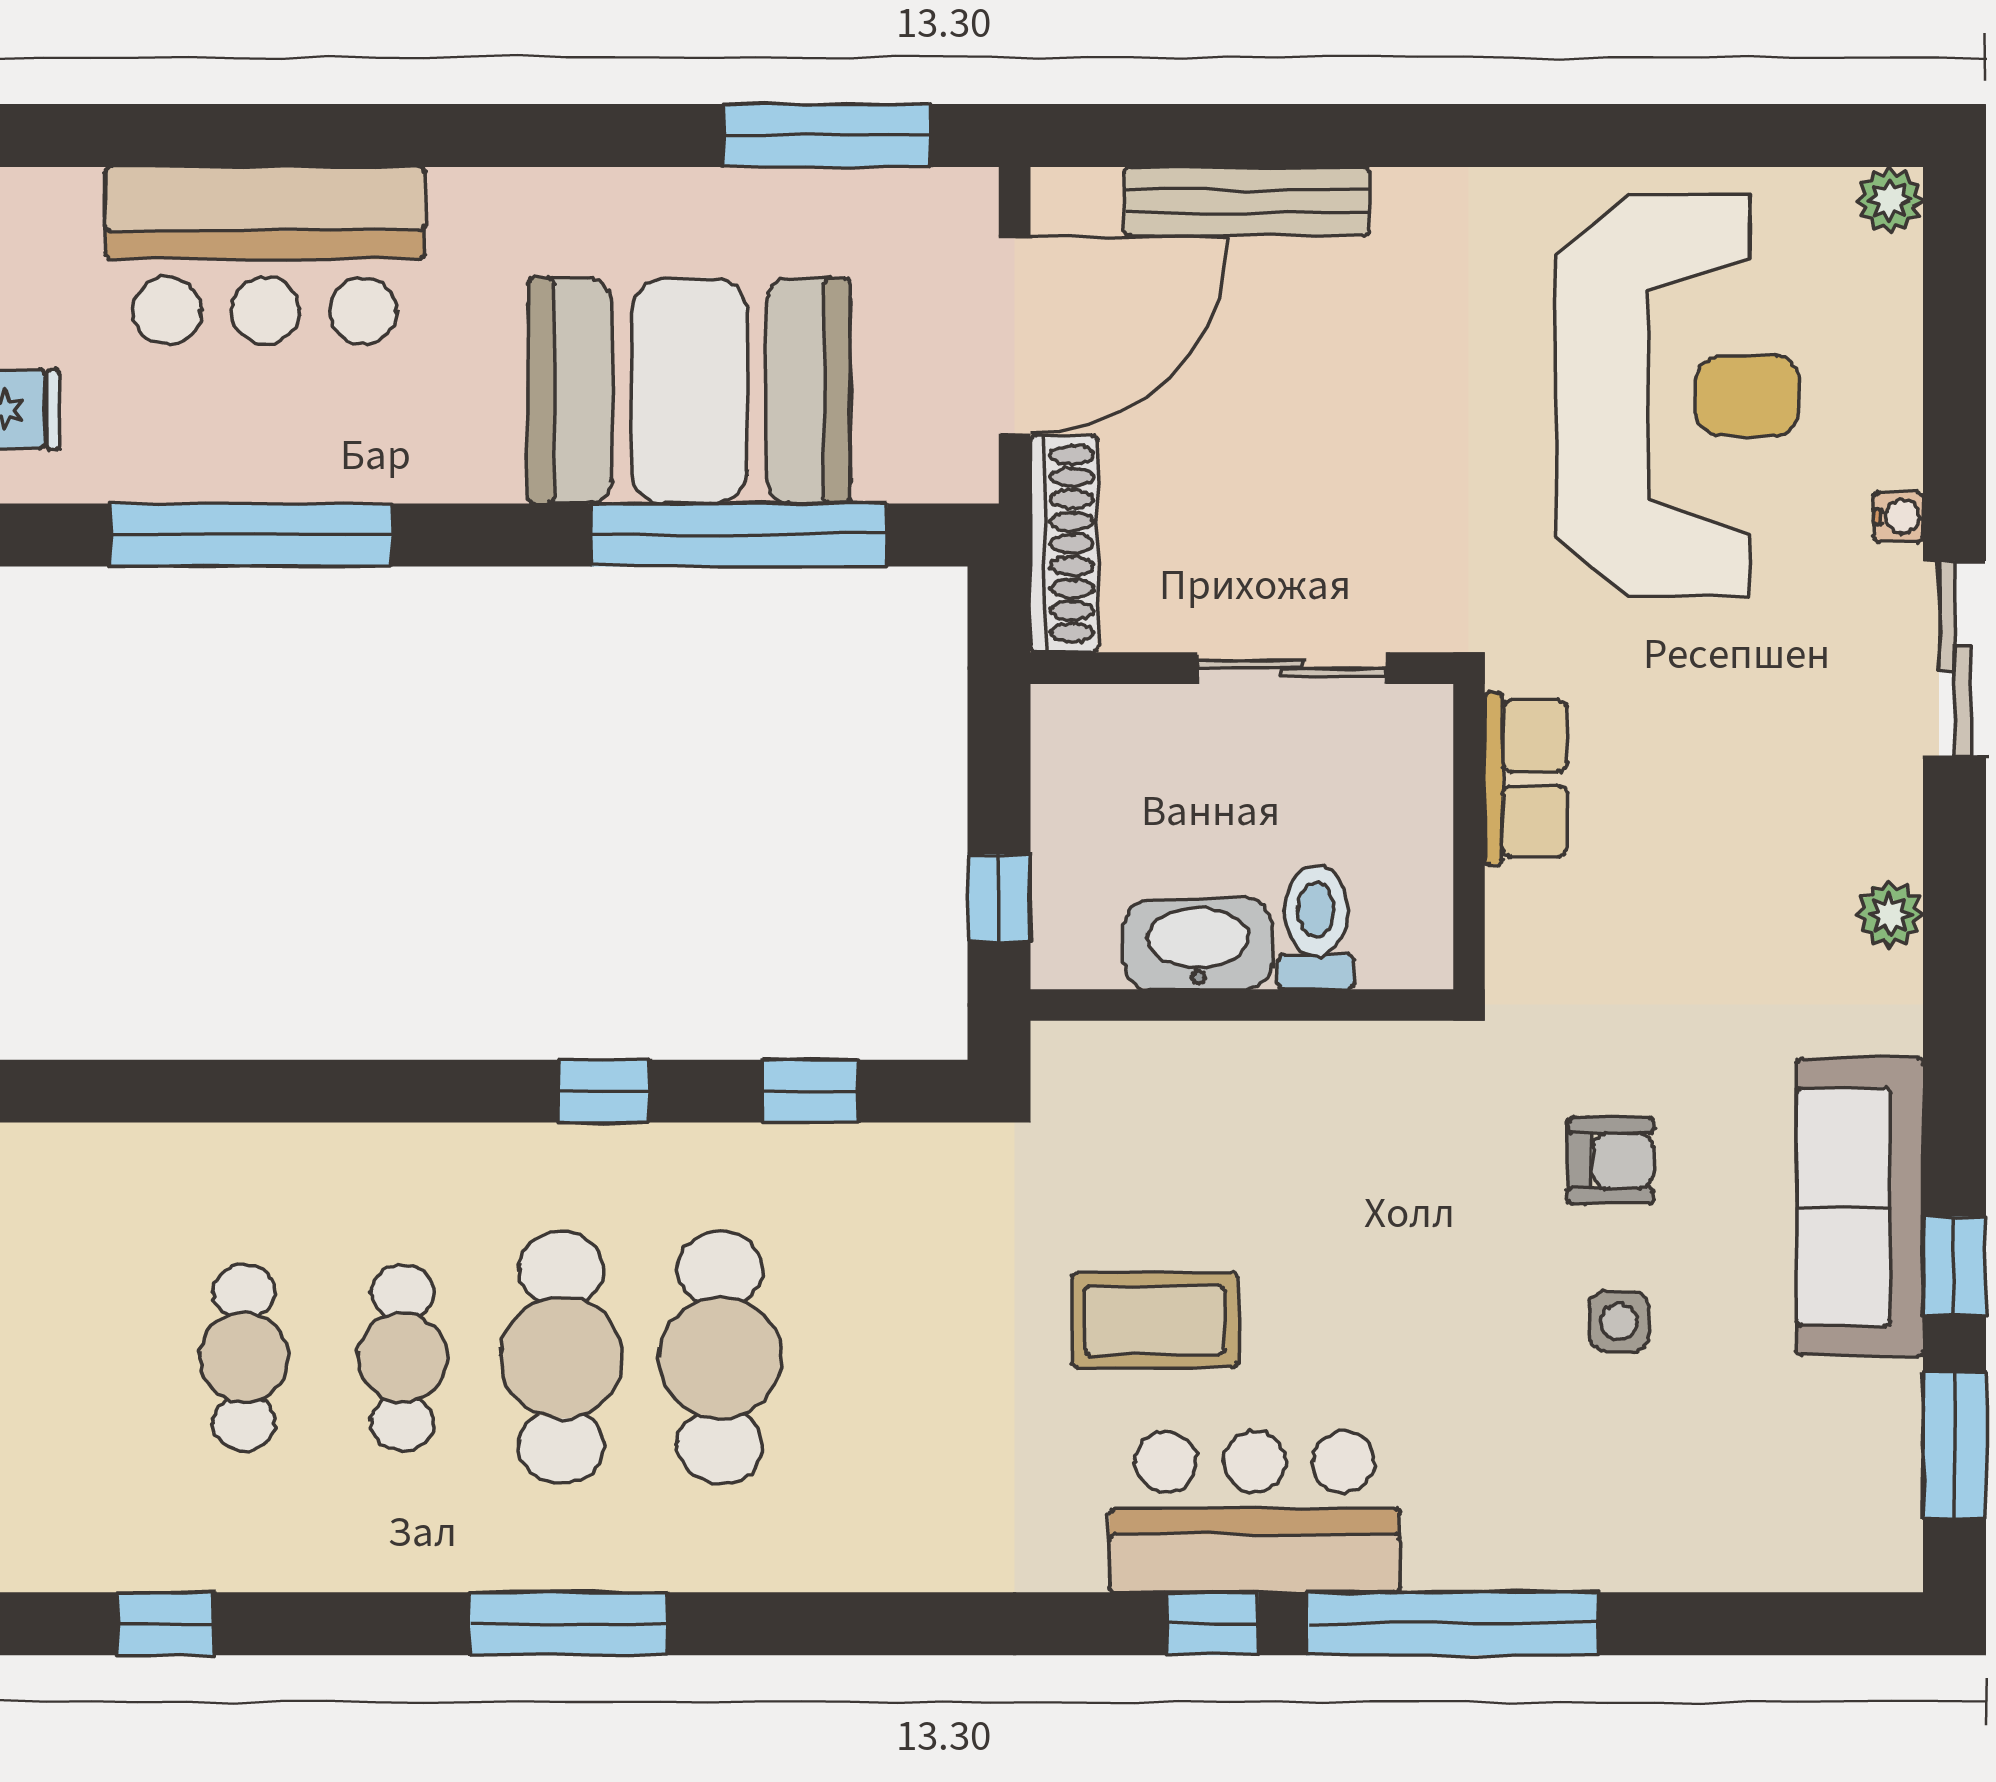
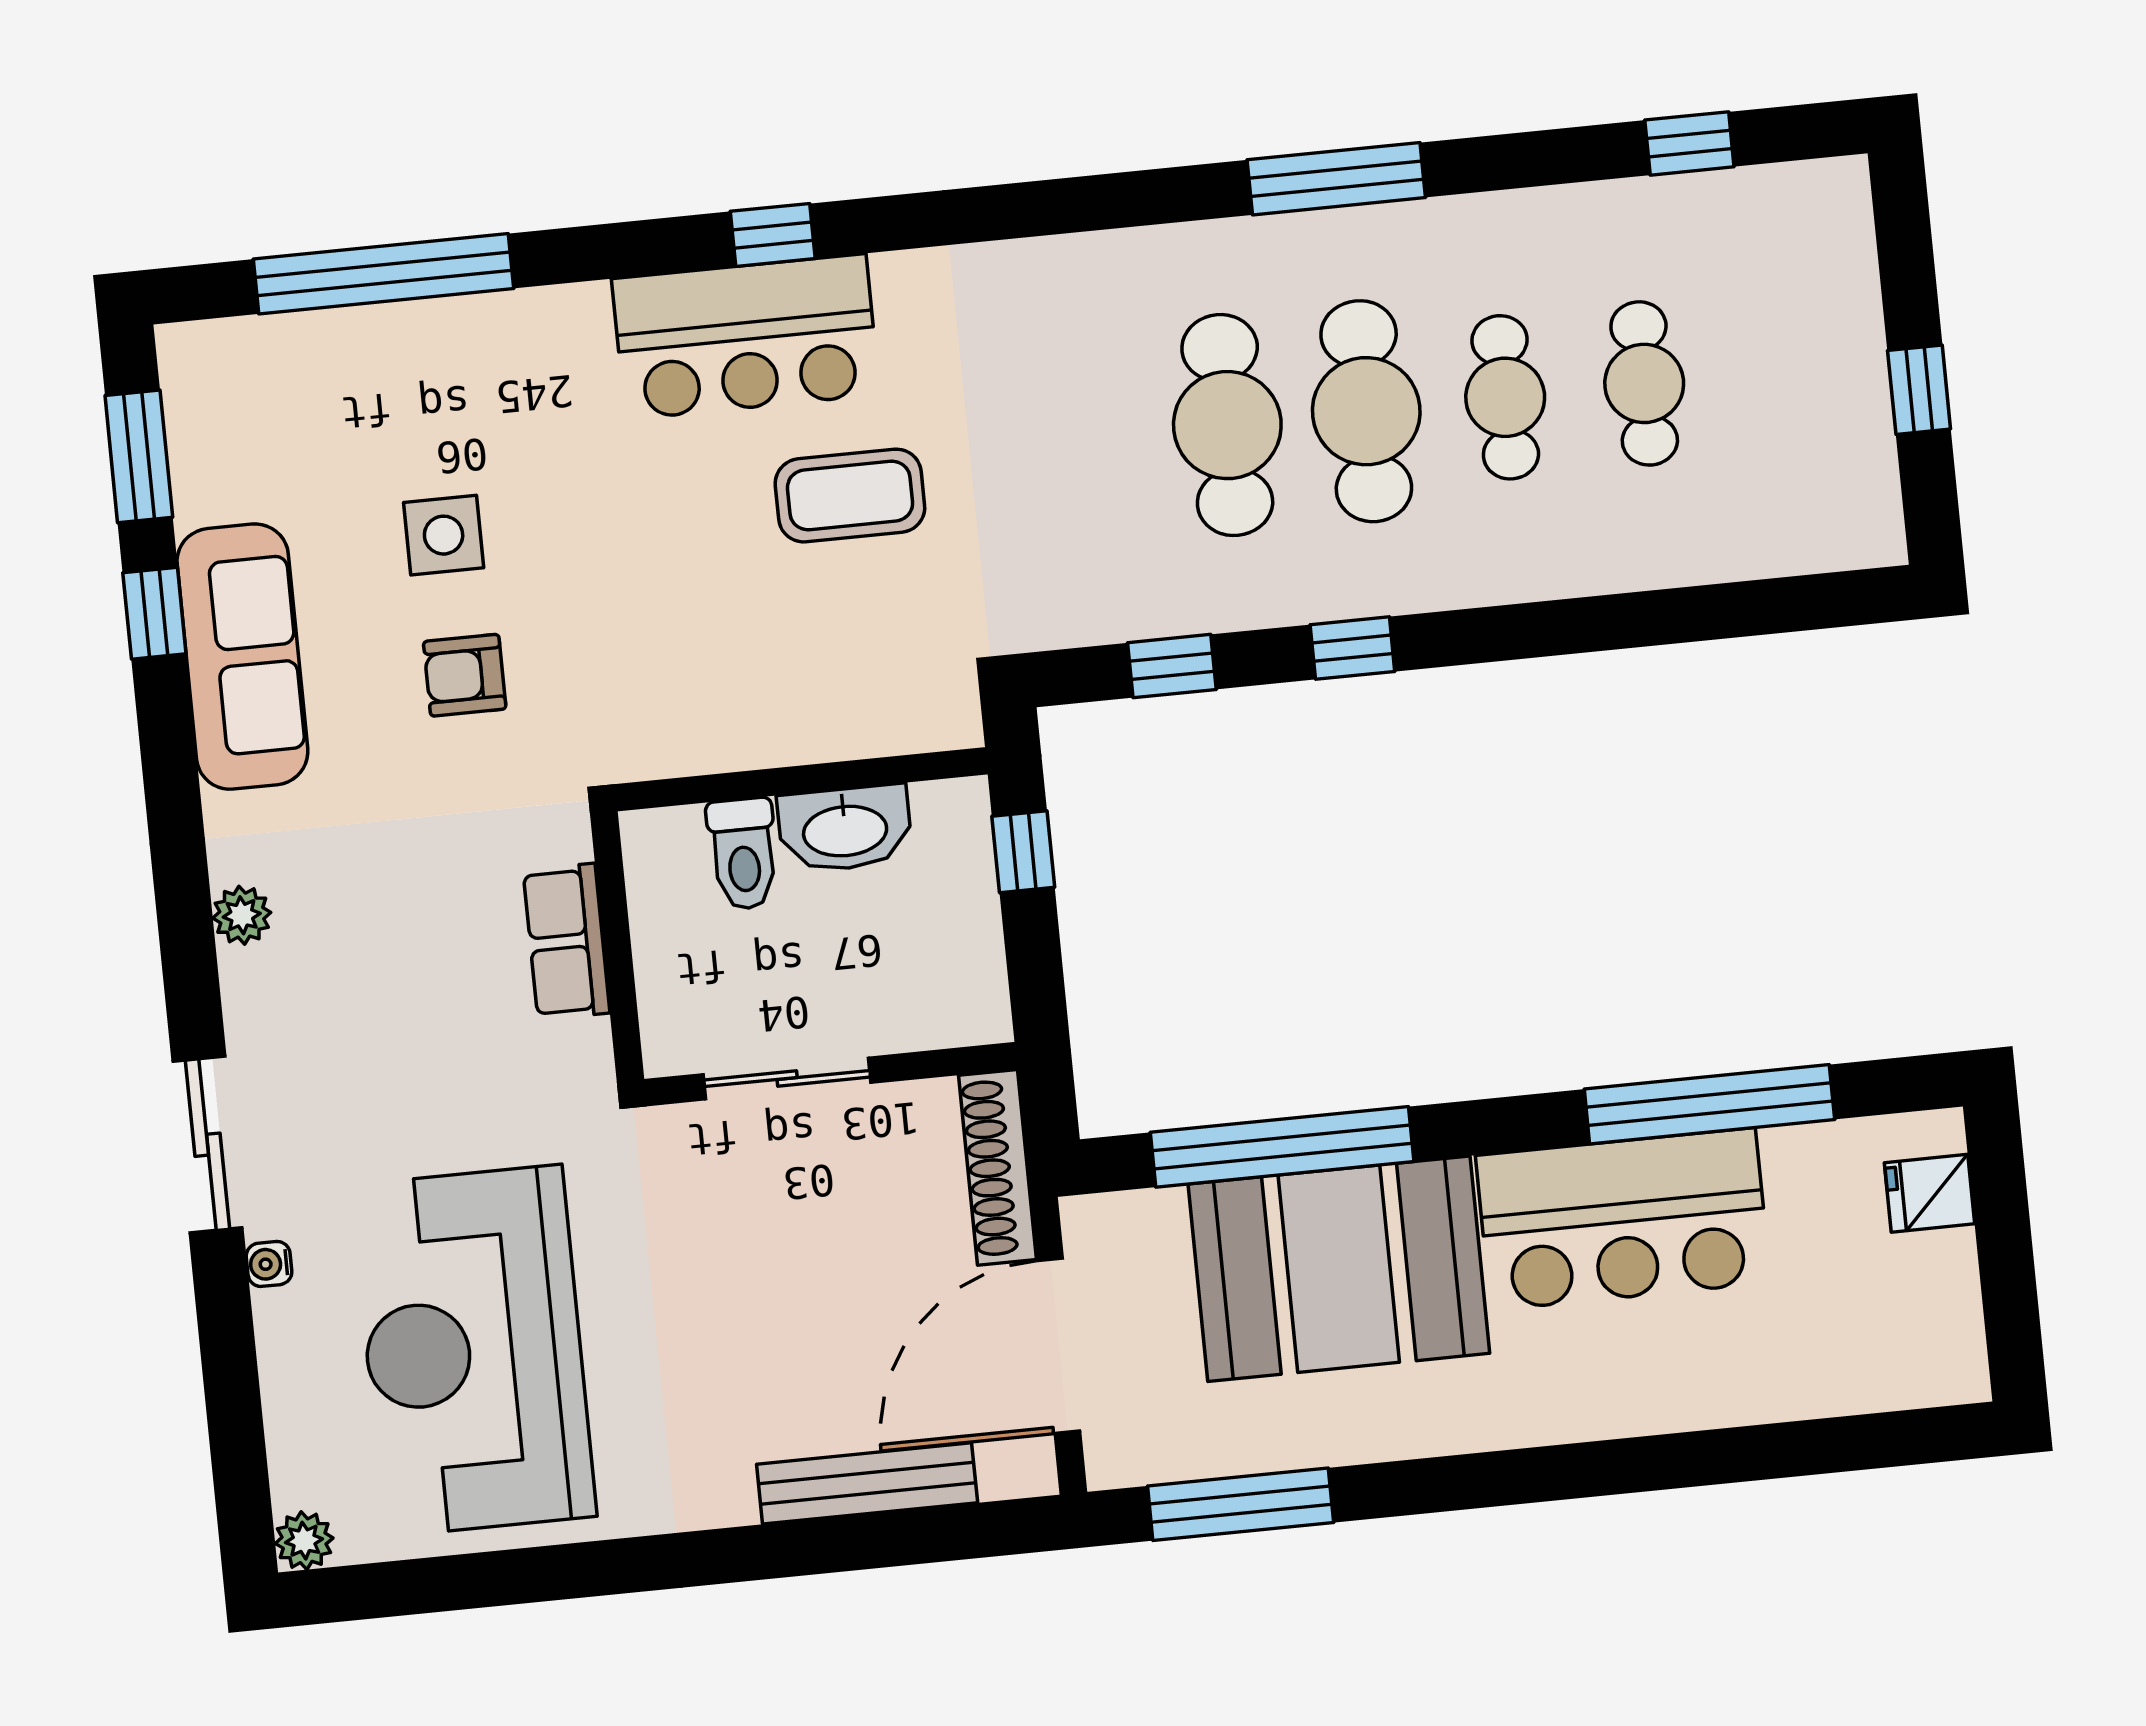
bar counter: (265, 256) -> (1623, 1219), moved, turned 180
row of seats: (1526, 779) -> (567, 942), moved
side table: (1619, 1321) -> (444, 535), width x1.37, depth x1.37
window: (1453, 1624) -> (384, 274), moved

